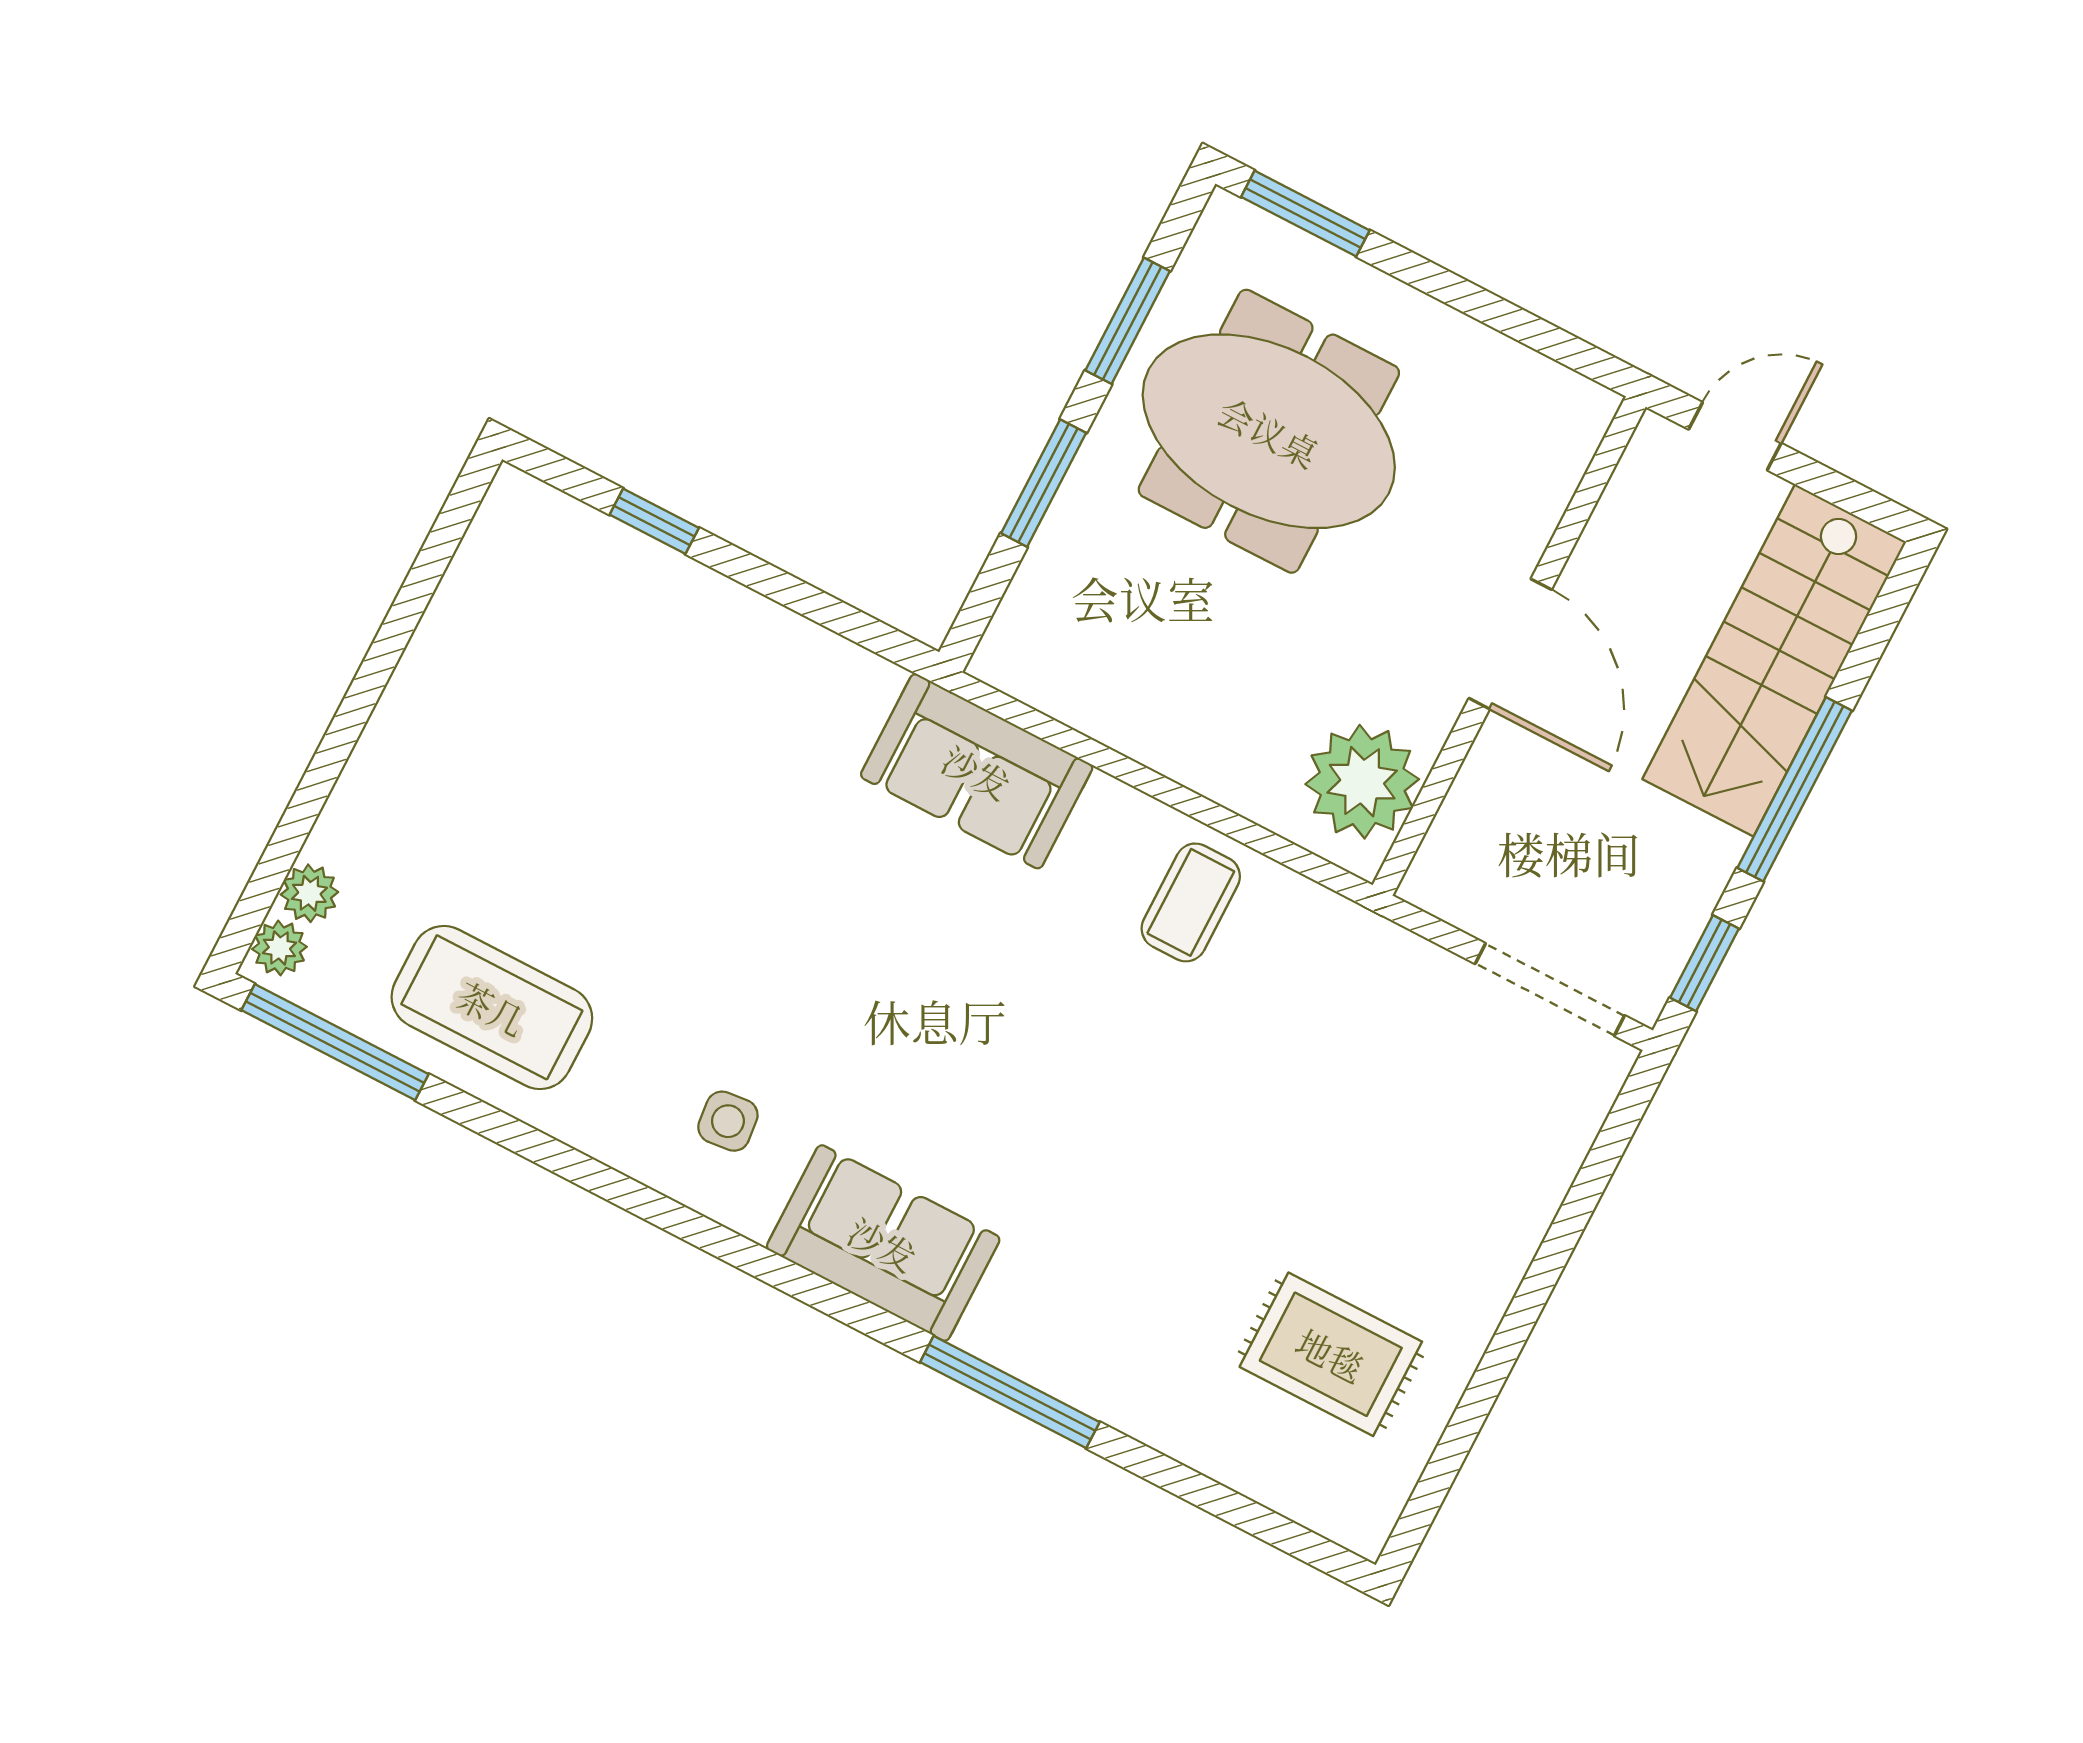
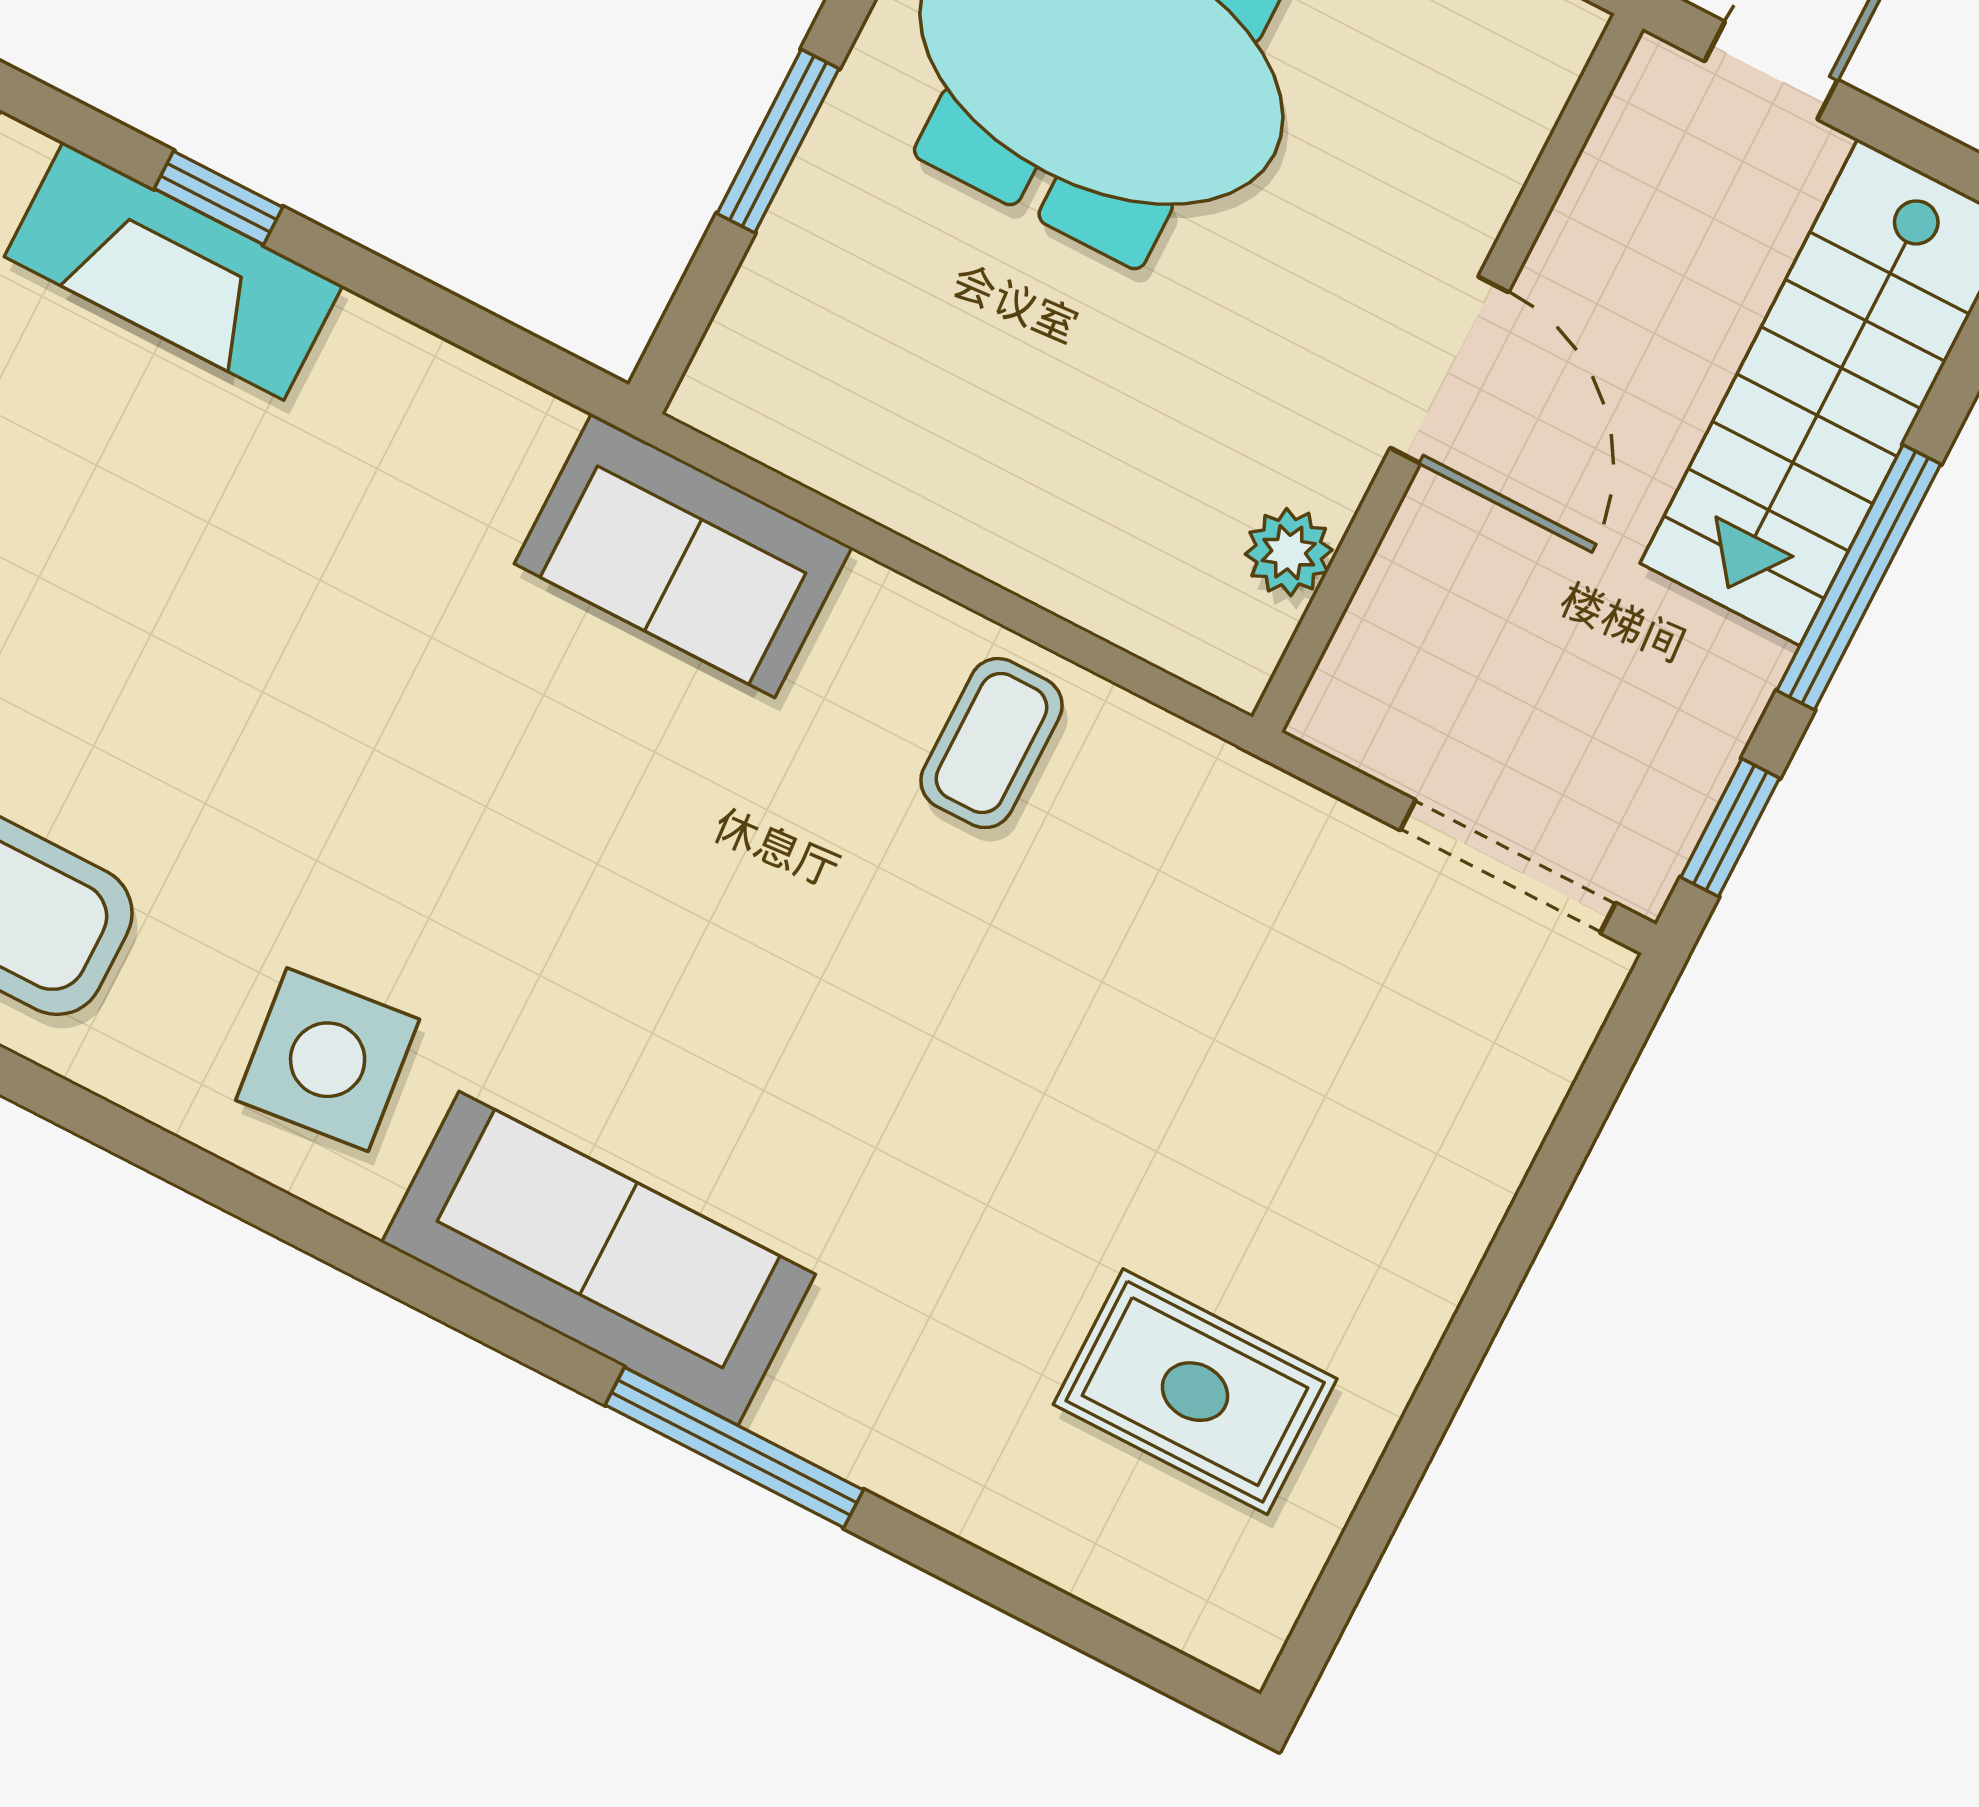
fireplace: (623, 572) -> (173, 271), added
plant: (1362, 782) -> (1289, 552), width x0.53, depth x0.53
side table: (728, 1121) -> (328, 1060), width x1.87, depth x1.87
sofa: (883, 1243) -> (598, 1258), width x1.36

